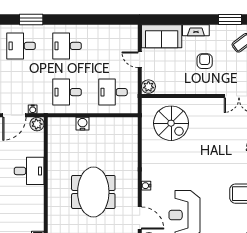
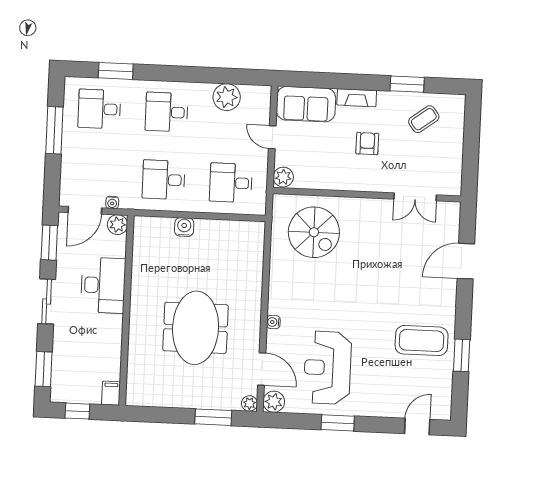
plant: (107, 34) -> (227, 97), added
desk: (29, 171) -> (103, 285), width x1.37

